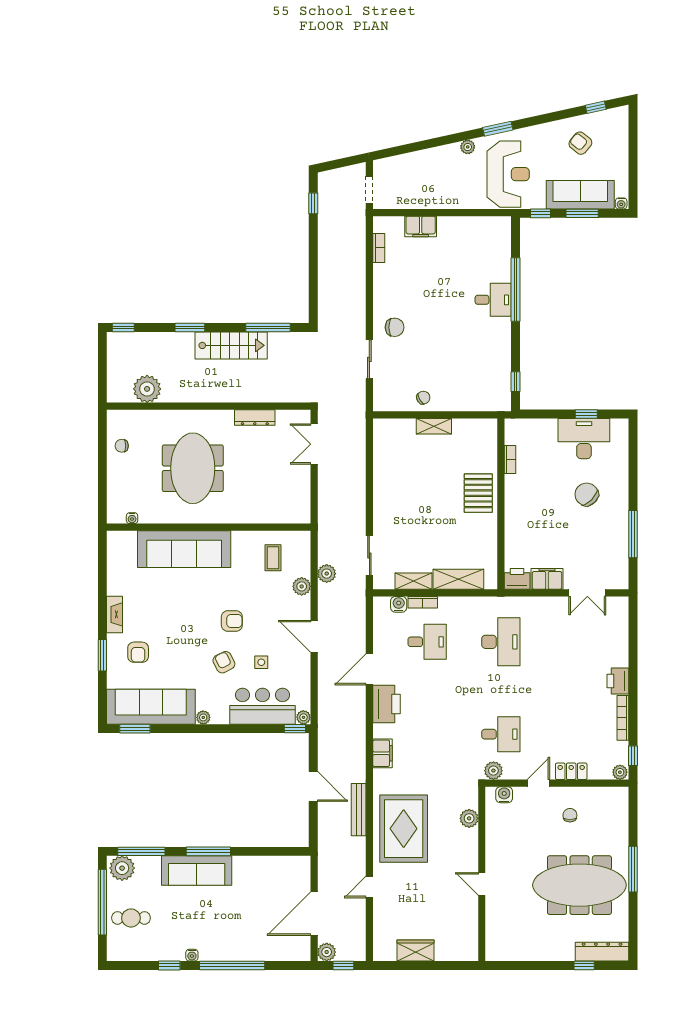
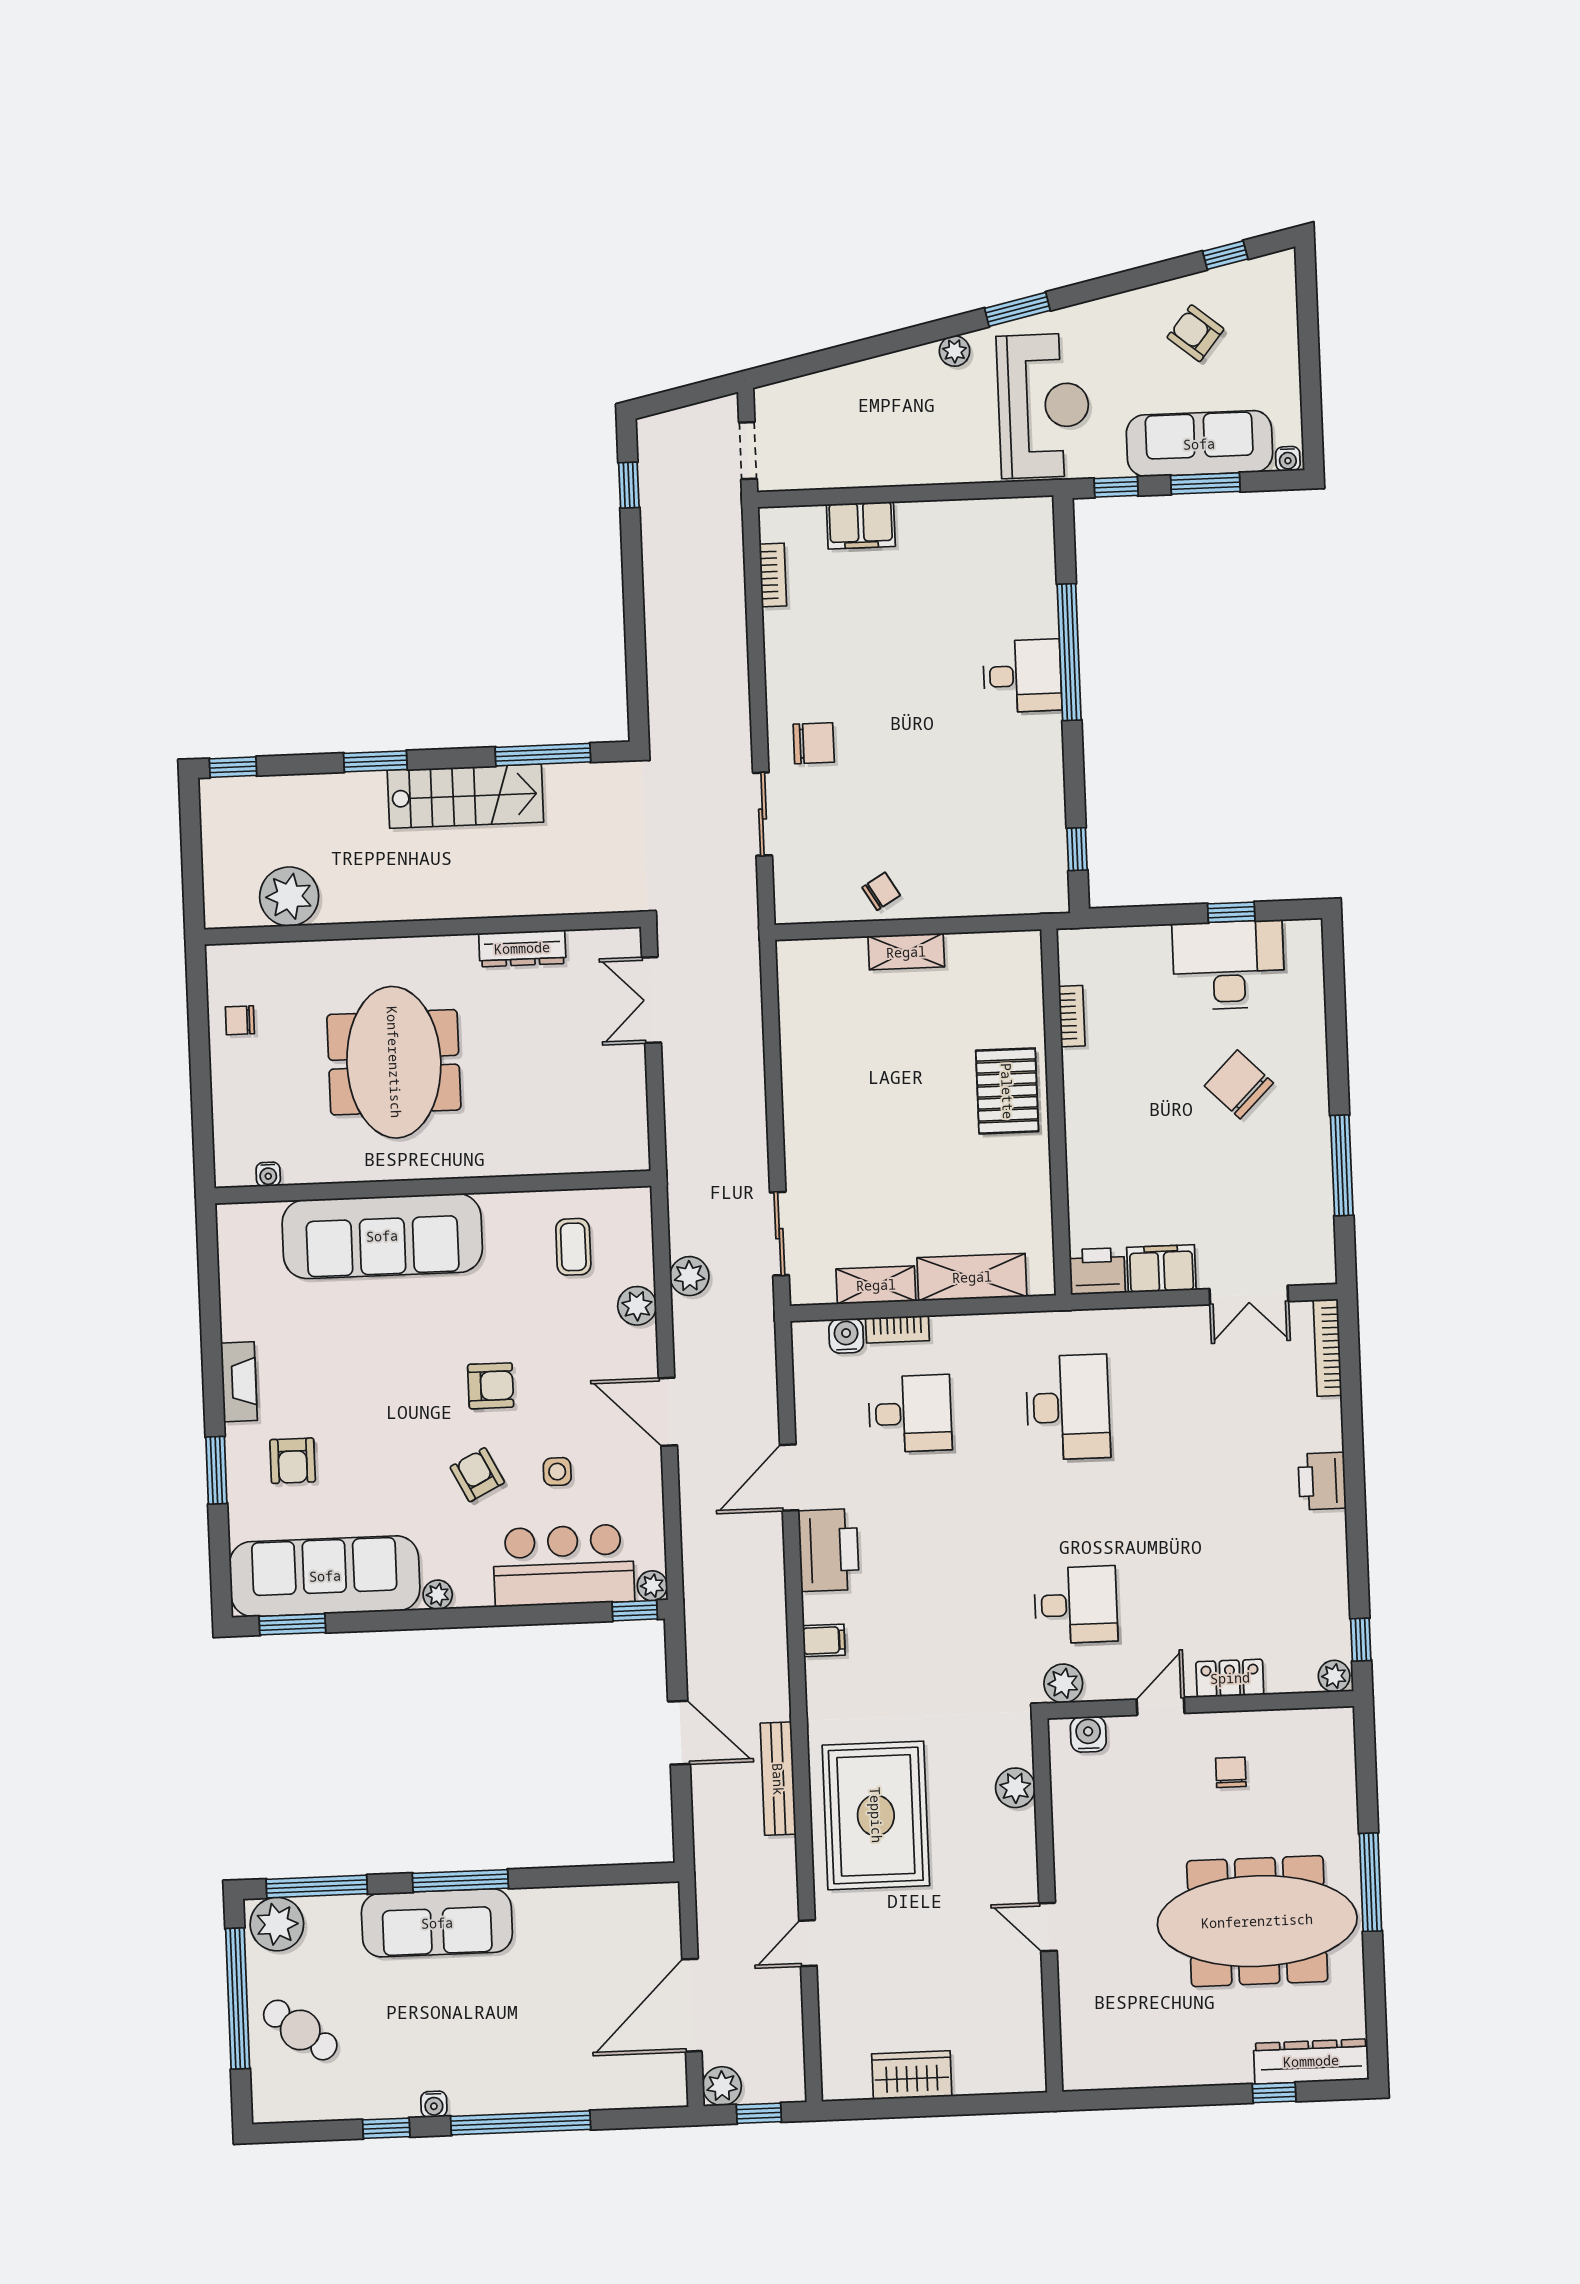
bookcase: (623, 718) -> (1327, 1348), moved
filing cabinet: (383, 753) -> (824, 1640), width x0.50
cafe table: (131, 918) -> (300, 2030), turned 37

